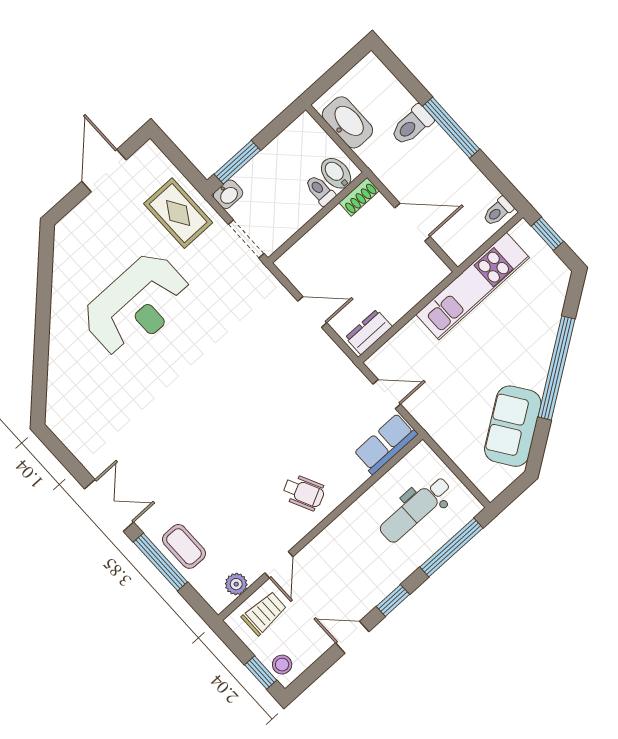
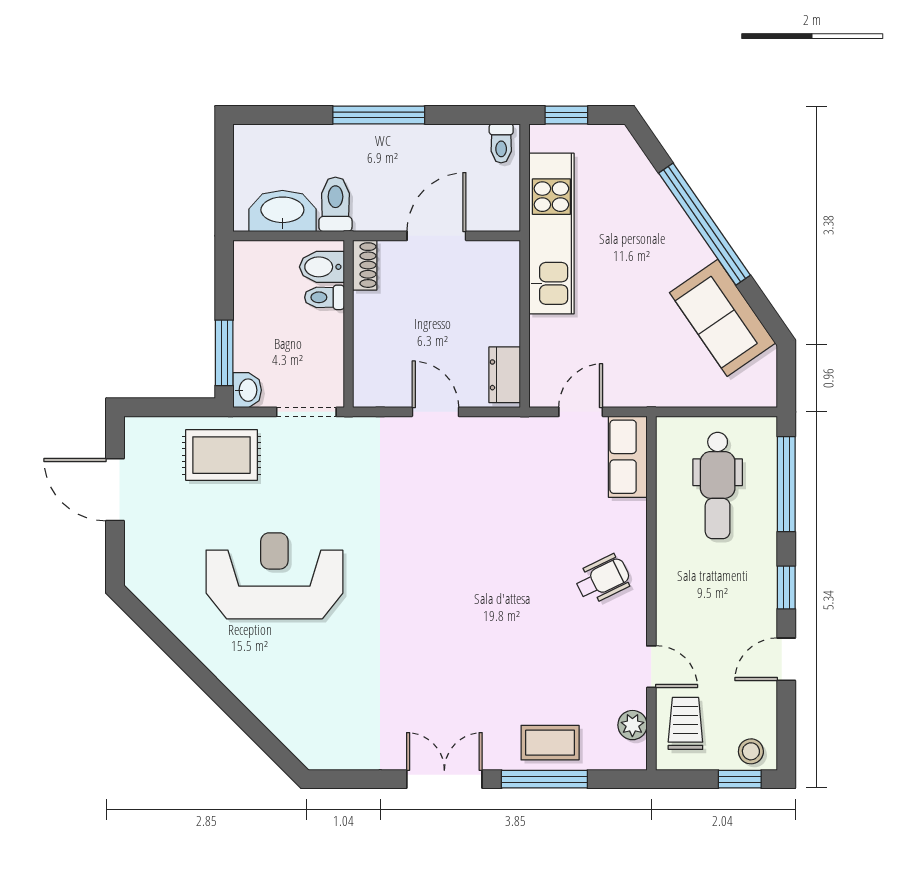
toilet: (412, 125) -> (335, 204), moved, turned 180
reception desk: (137, 305) -> (274, 576), turned -90
door: (312, 312) -> (435, 412), hinge flipped

